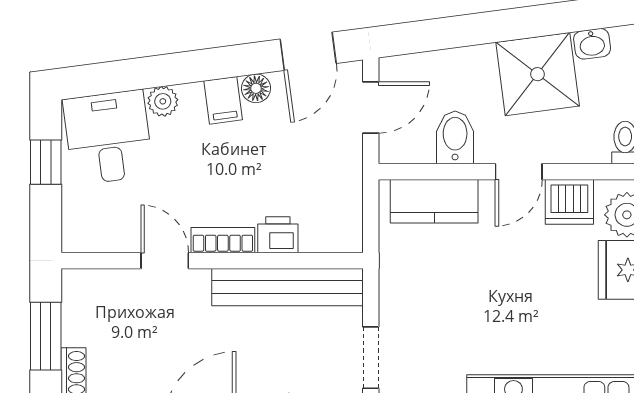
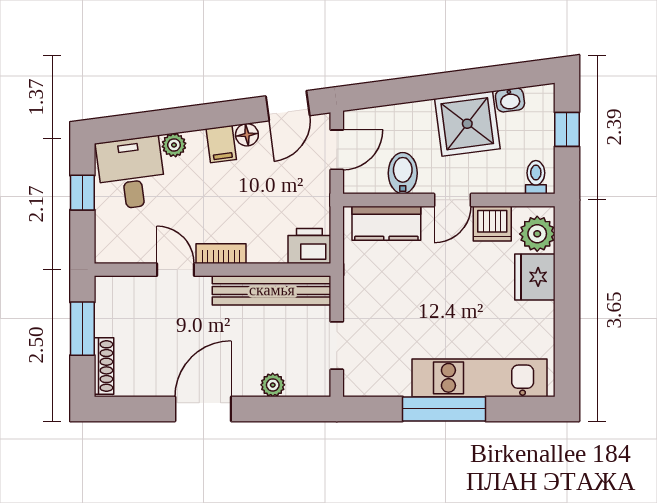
printer: (278, 235) -> (309, 246), moved, width x1.36, depth x1.24

